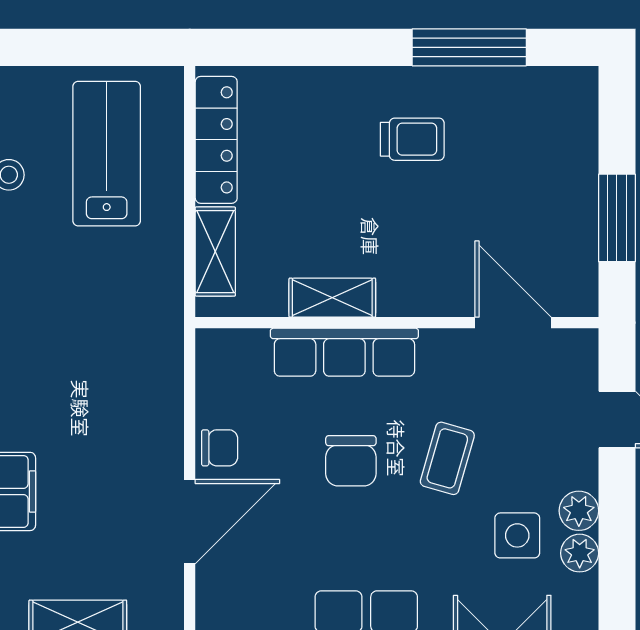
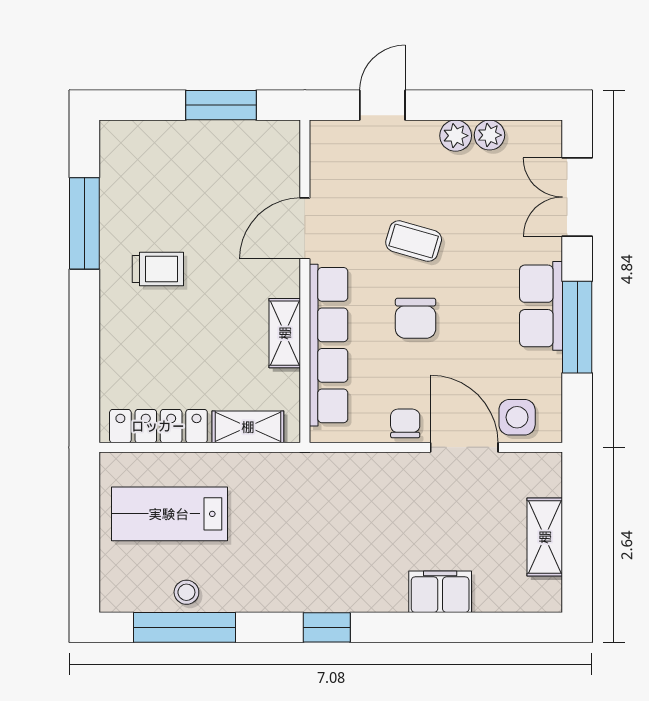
trolley: (412, 139) -> (158, 269), turned 90
door: (513, 323) -> (305, 228), moved
row of seats: (344, 352) -> (329, 345), width x1.36
chair: (351, 461) -> (416, 318), turned 90
side table: (517, 535) -> (517, 417), moved

